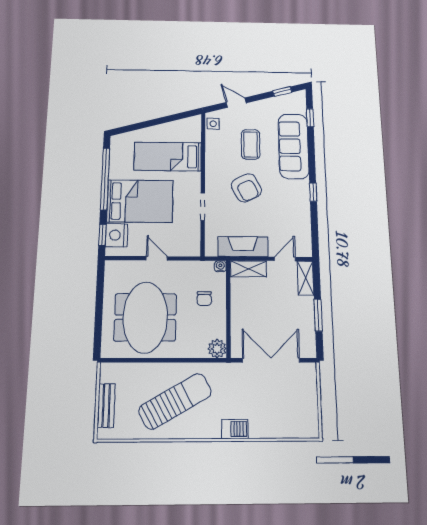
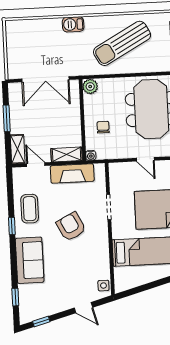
coffee table: (250, 144) -> (30, 209), moved
sofa: (293, 146) -> (30, 260), width x0.73
door: (285, 259) -> (36, 165), swing flipped

